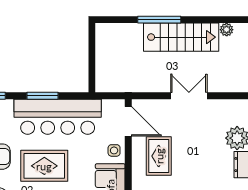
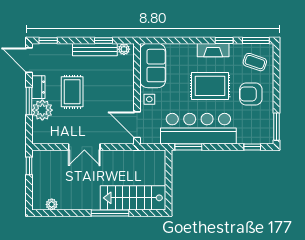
stairs: (181, 37) -> (133, 198), moved
window: (42, 96) -> (188, 147), moved
rug: (159, 156) -> (72, 92), moved

